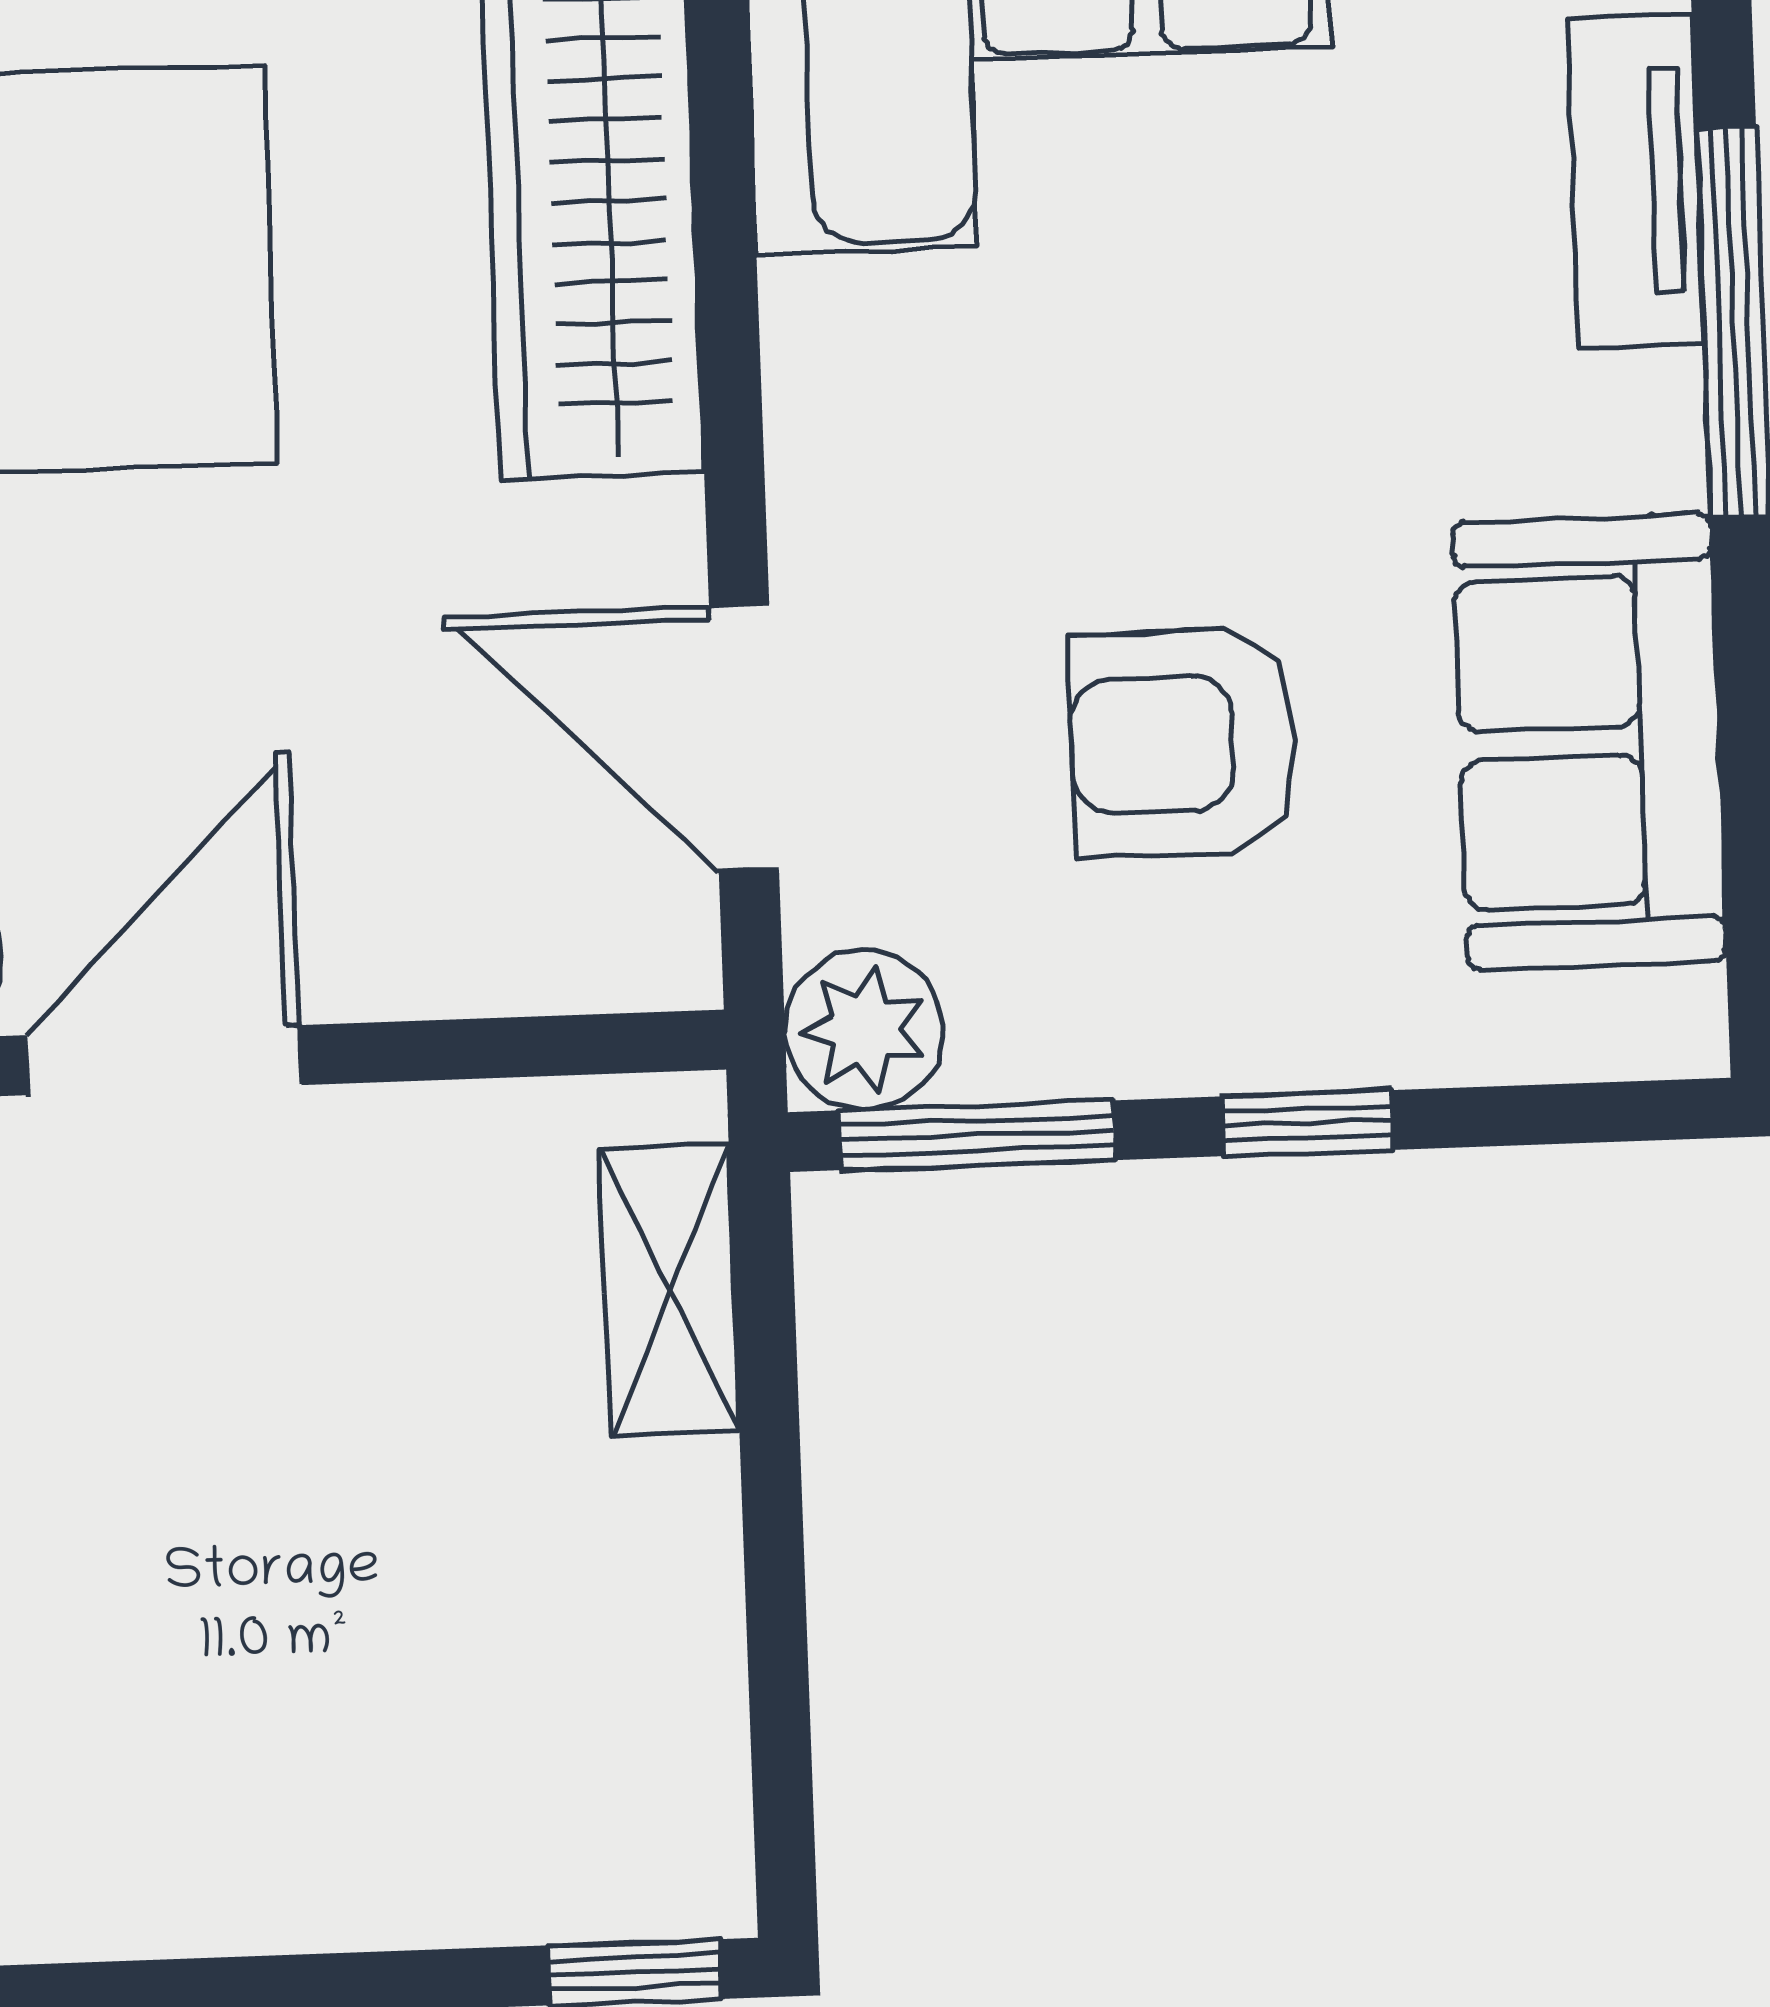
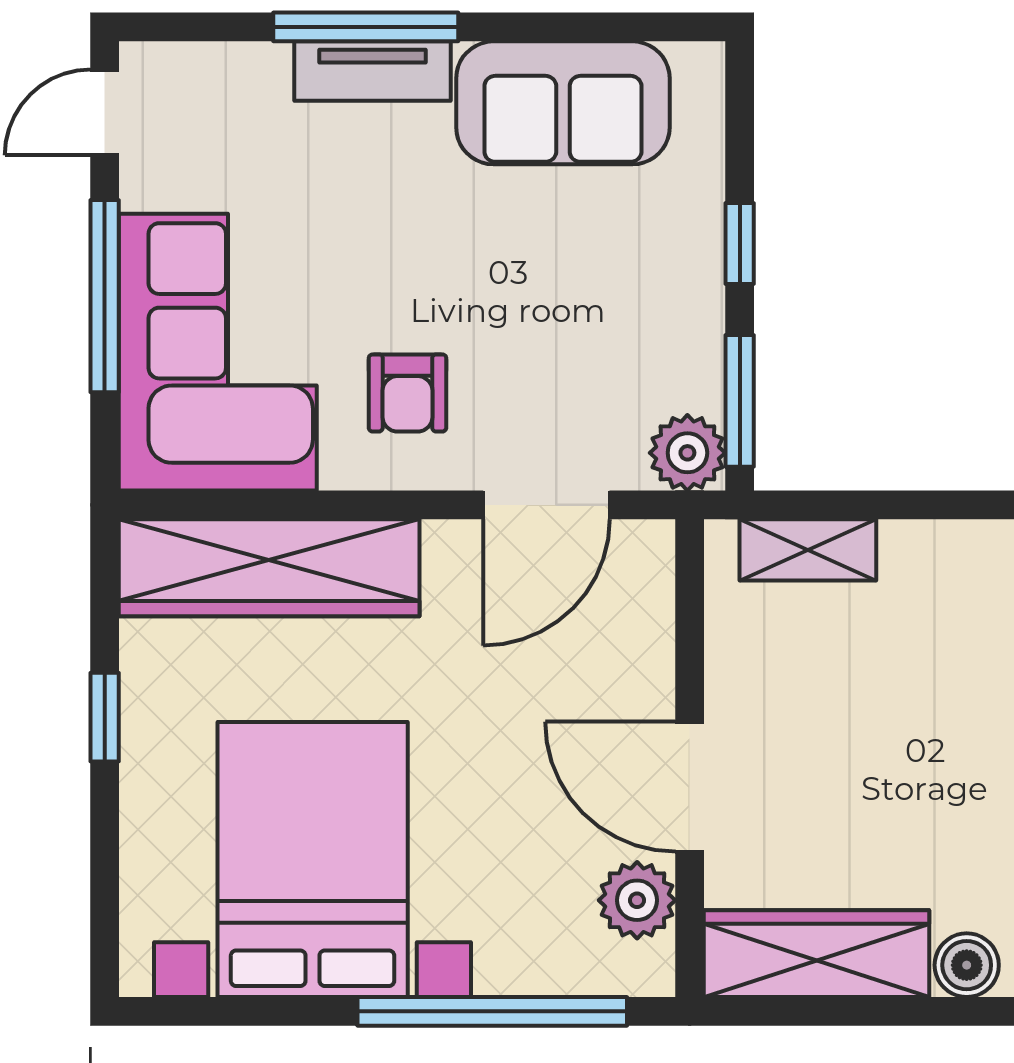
tv unit: (1635, 181) -> (373, 71), moved
armchair: (1184, 743) -> (407, 393), moved, width x0.72, depth x0.72

